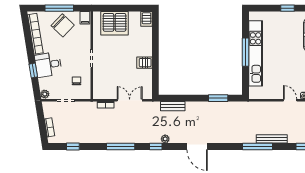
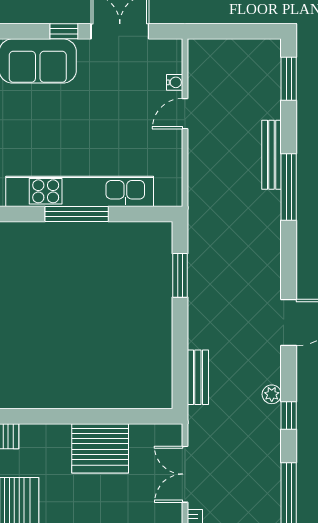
server rack: (144, 63) -> (100, 448), width x2.18, depth x1.44

